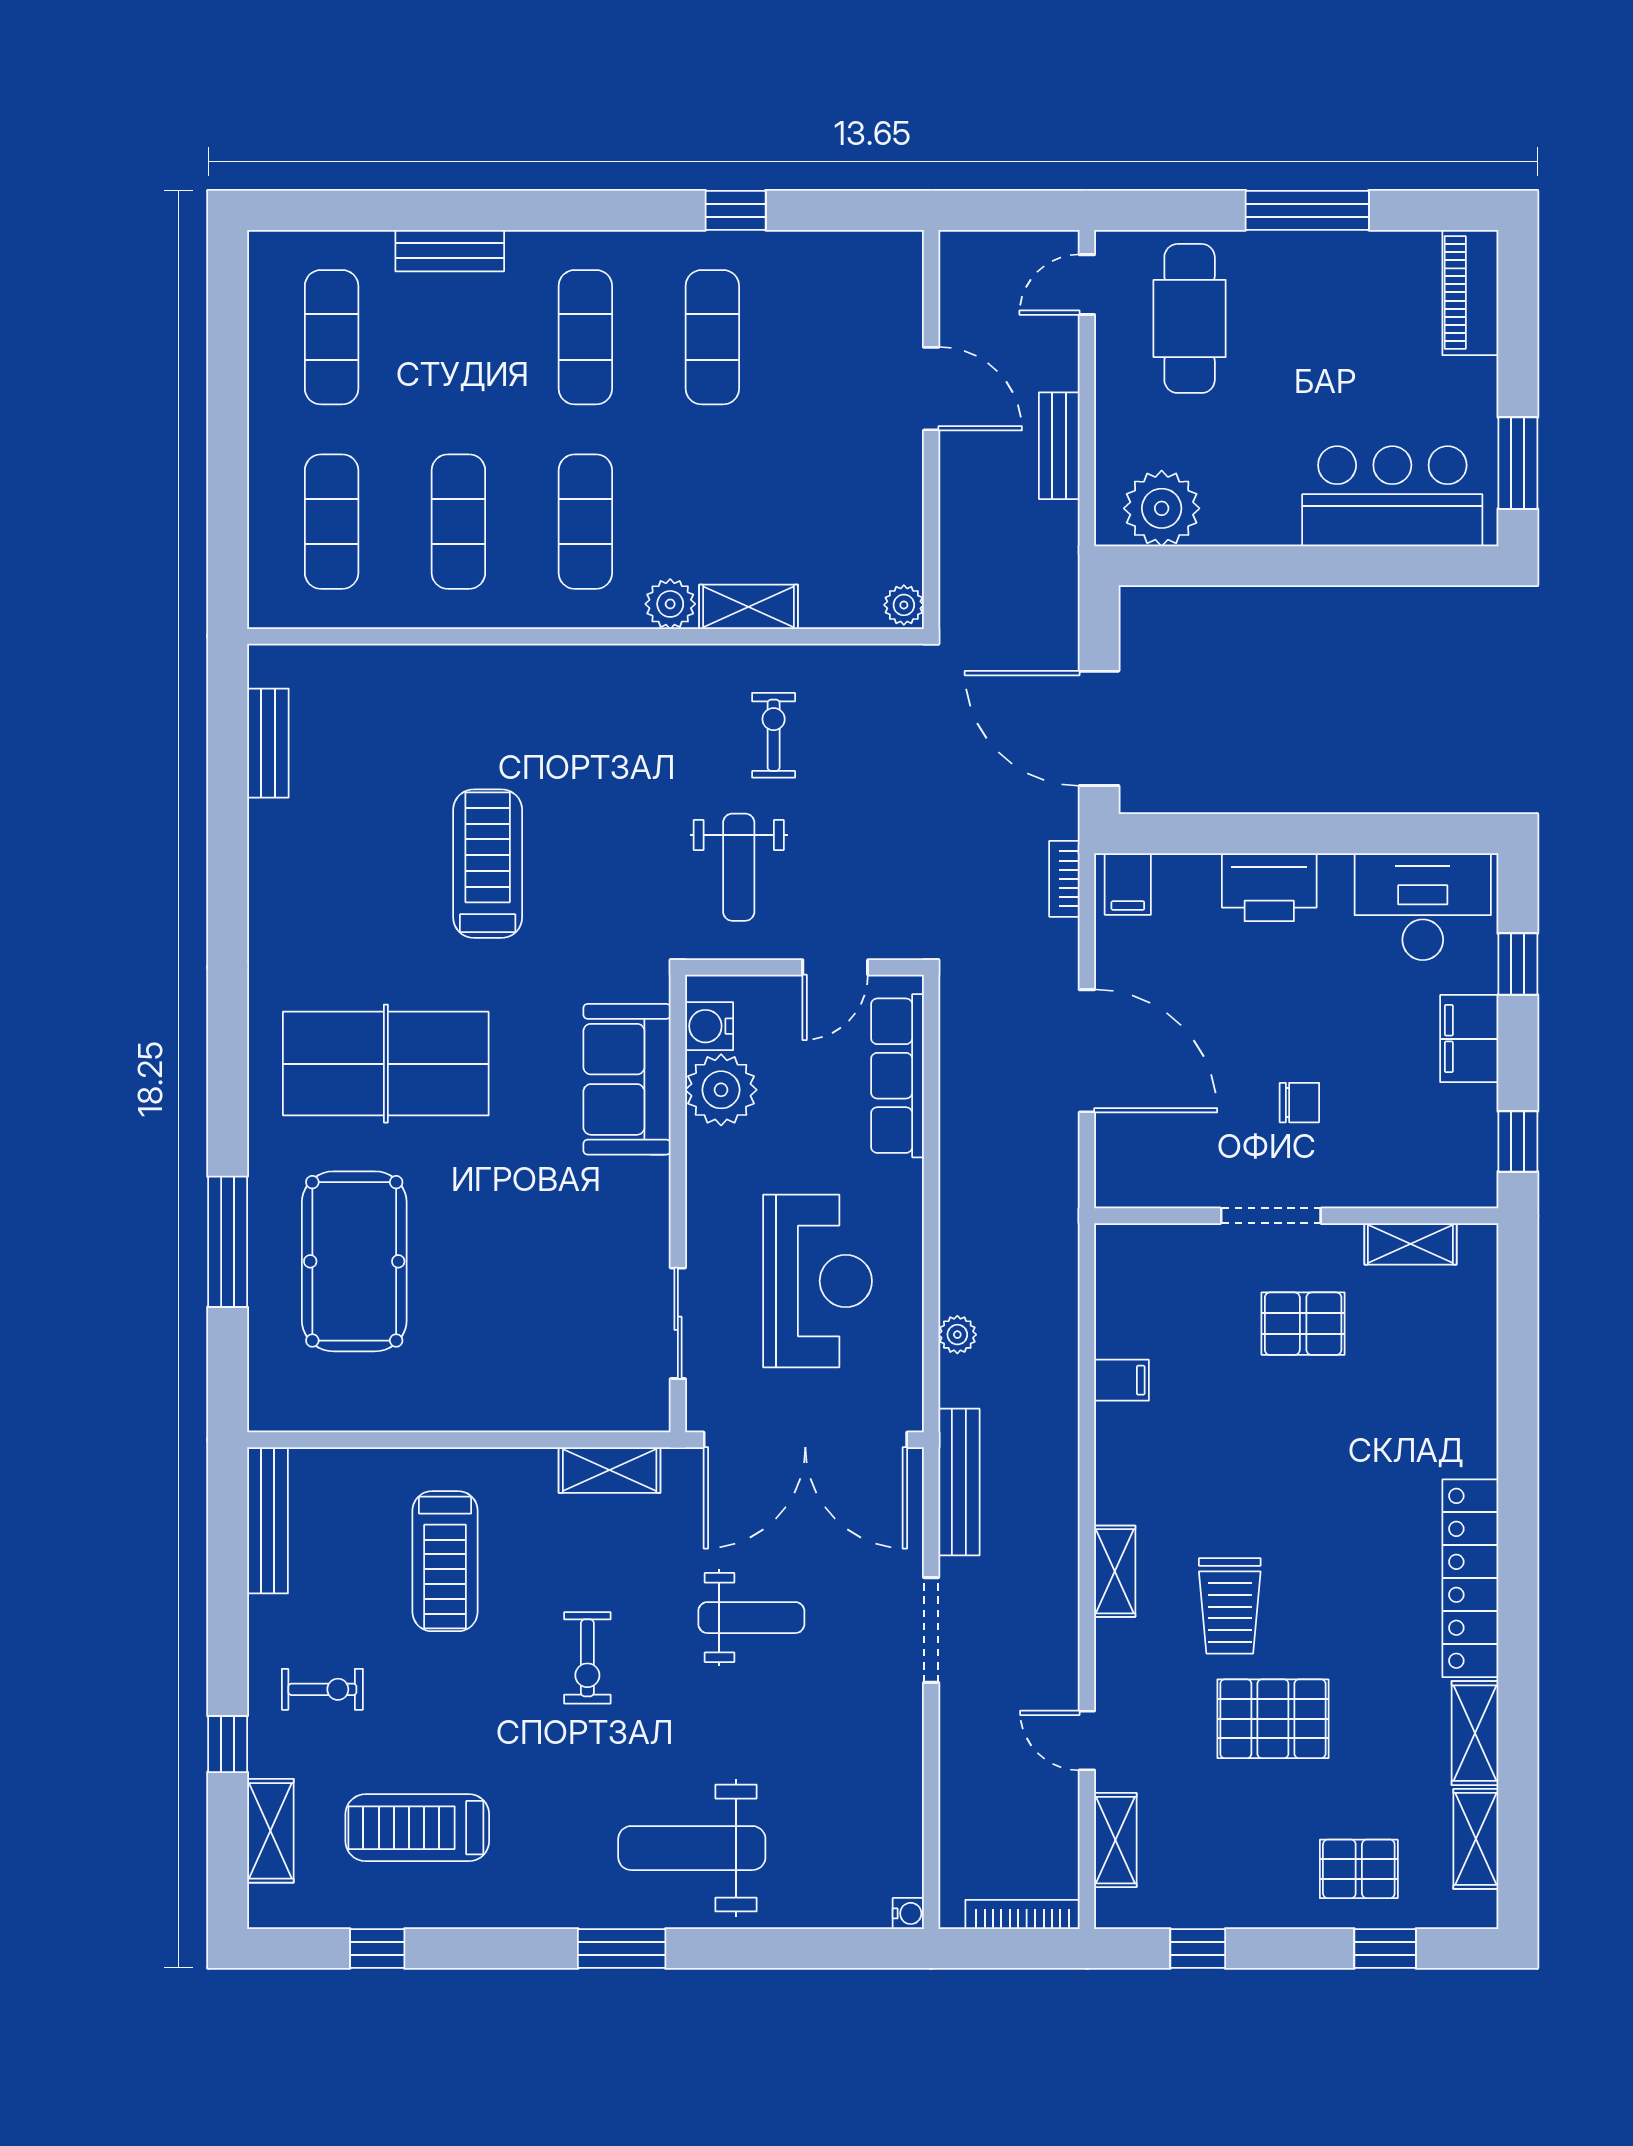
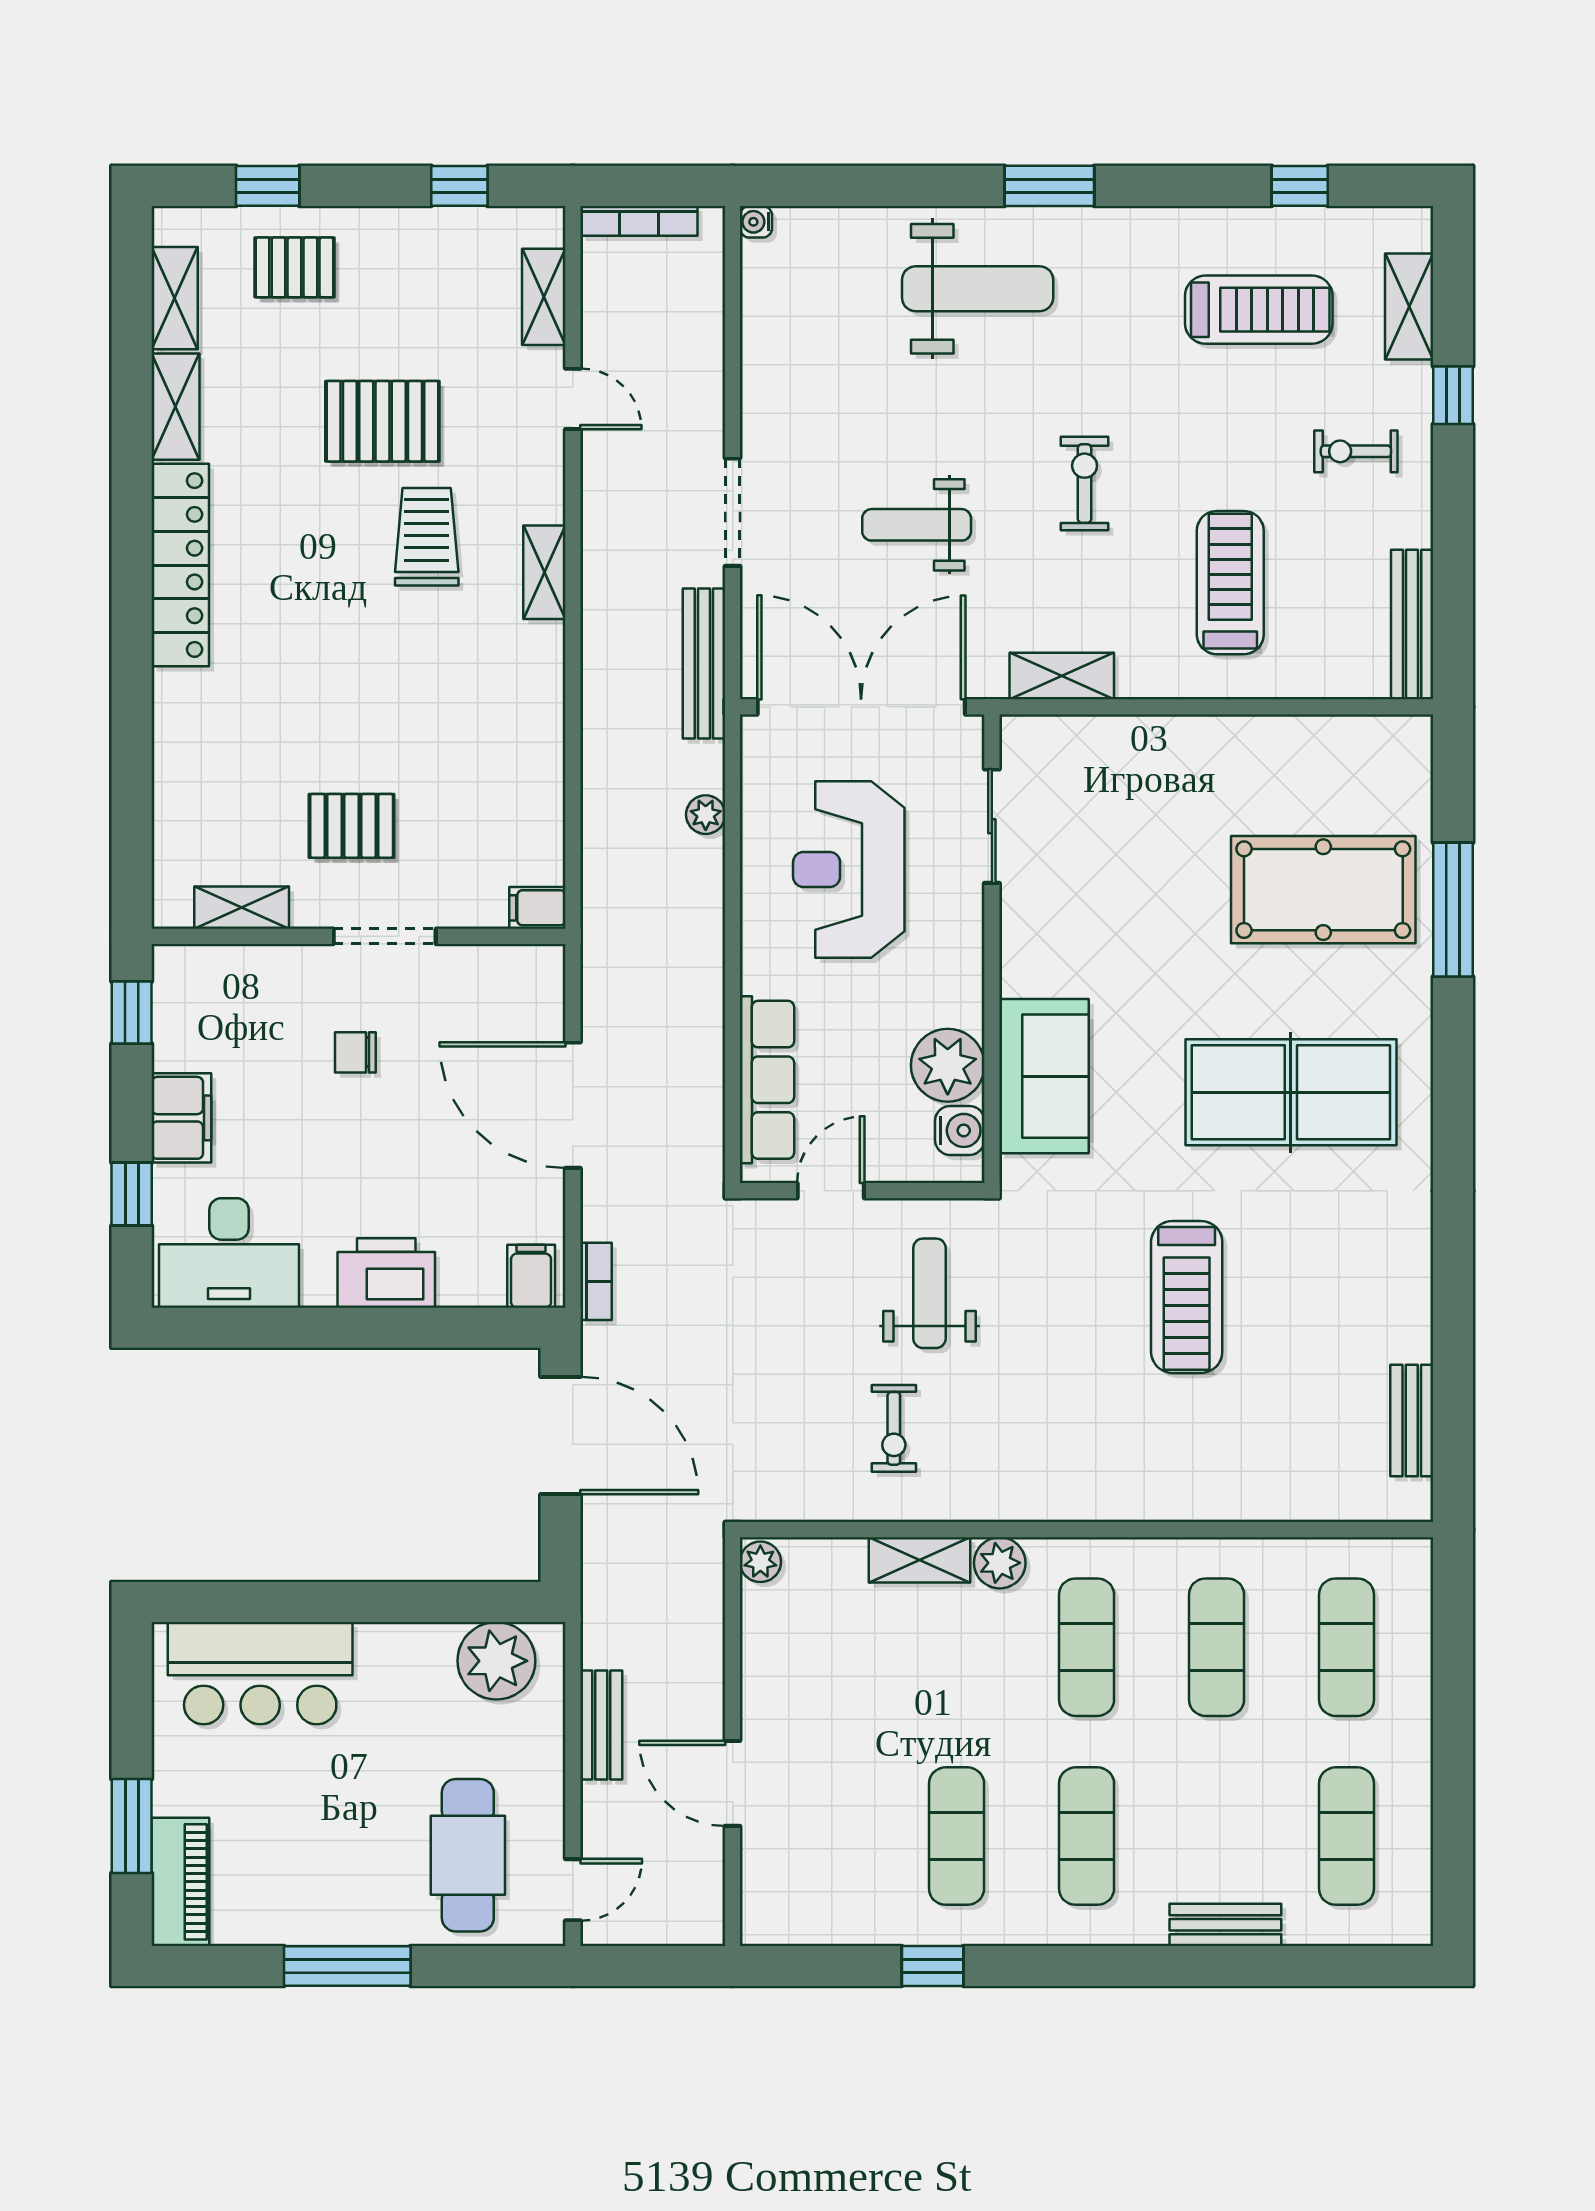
window: (1518, 463) -> (132, 1826), moved
pool table: (354, 1261) -> (1323, 890), turned 90
filing cabinet: (1122, 1380) -> (537, 908), moved

